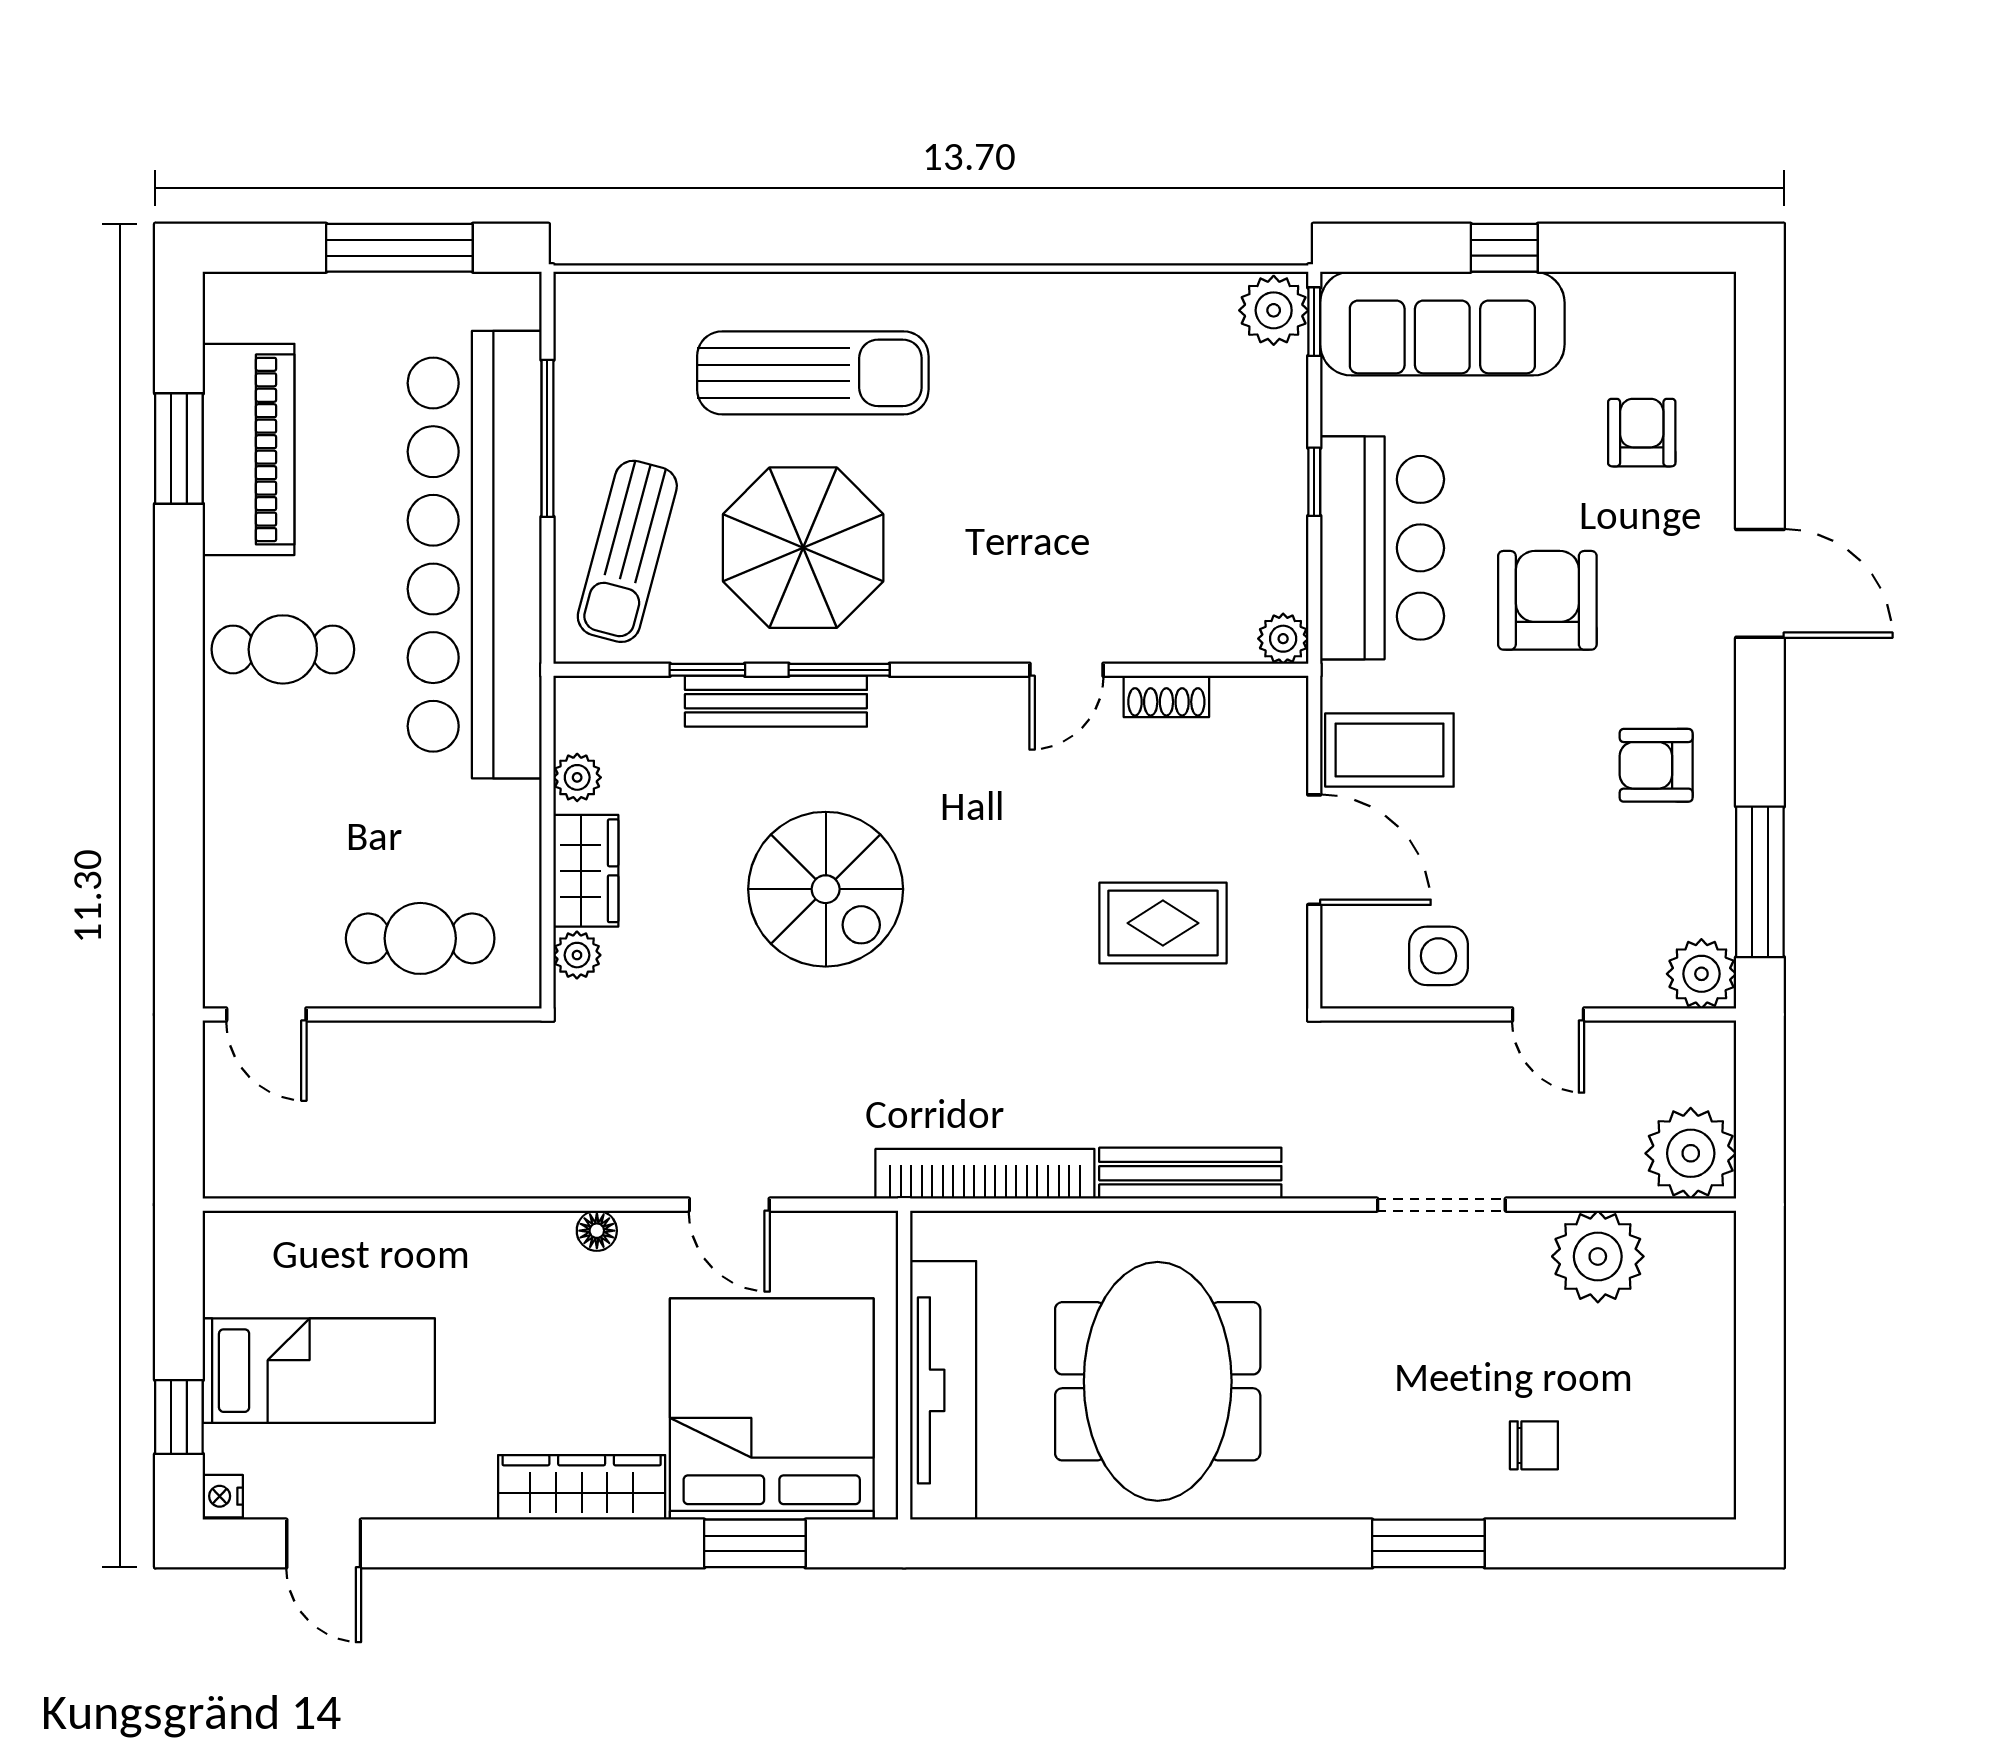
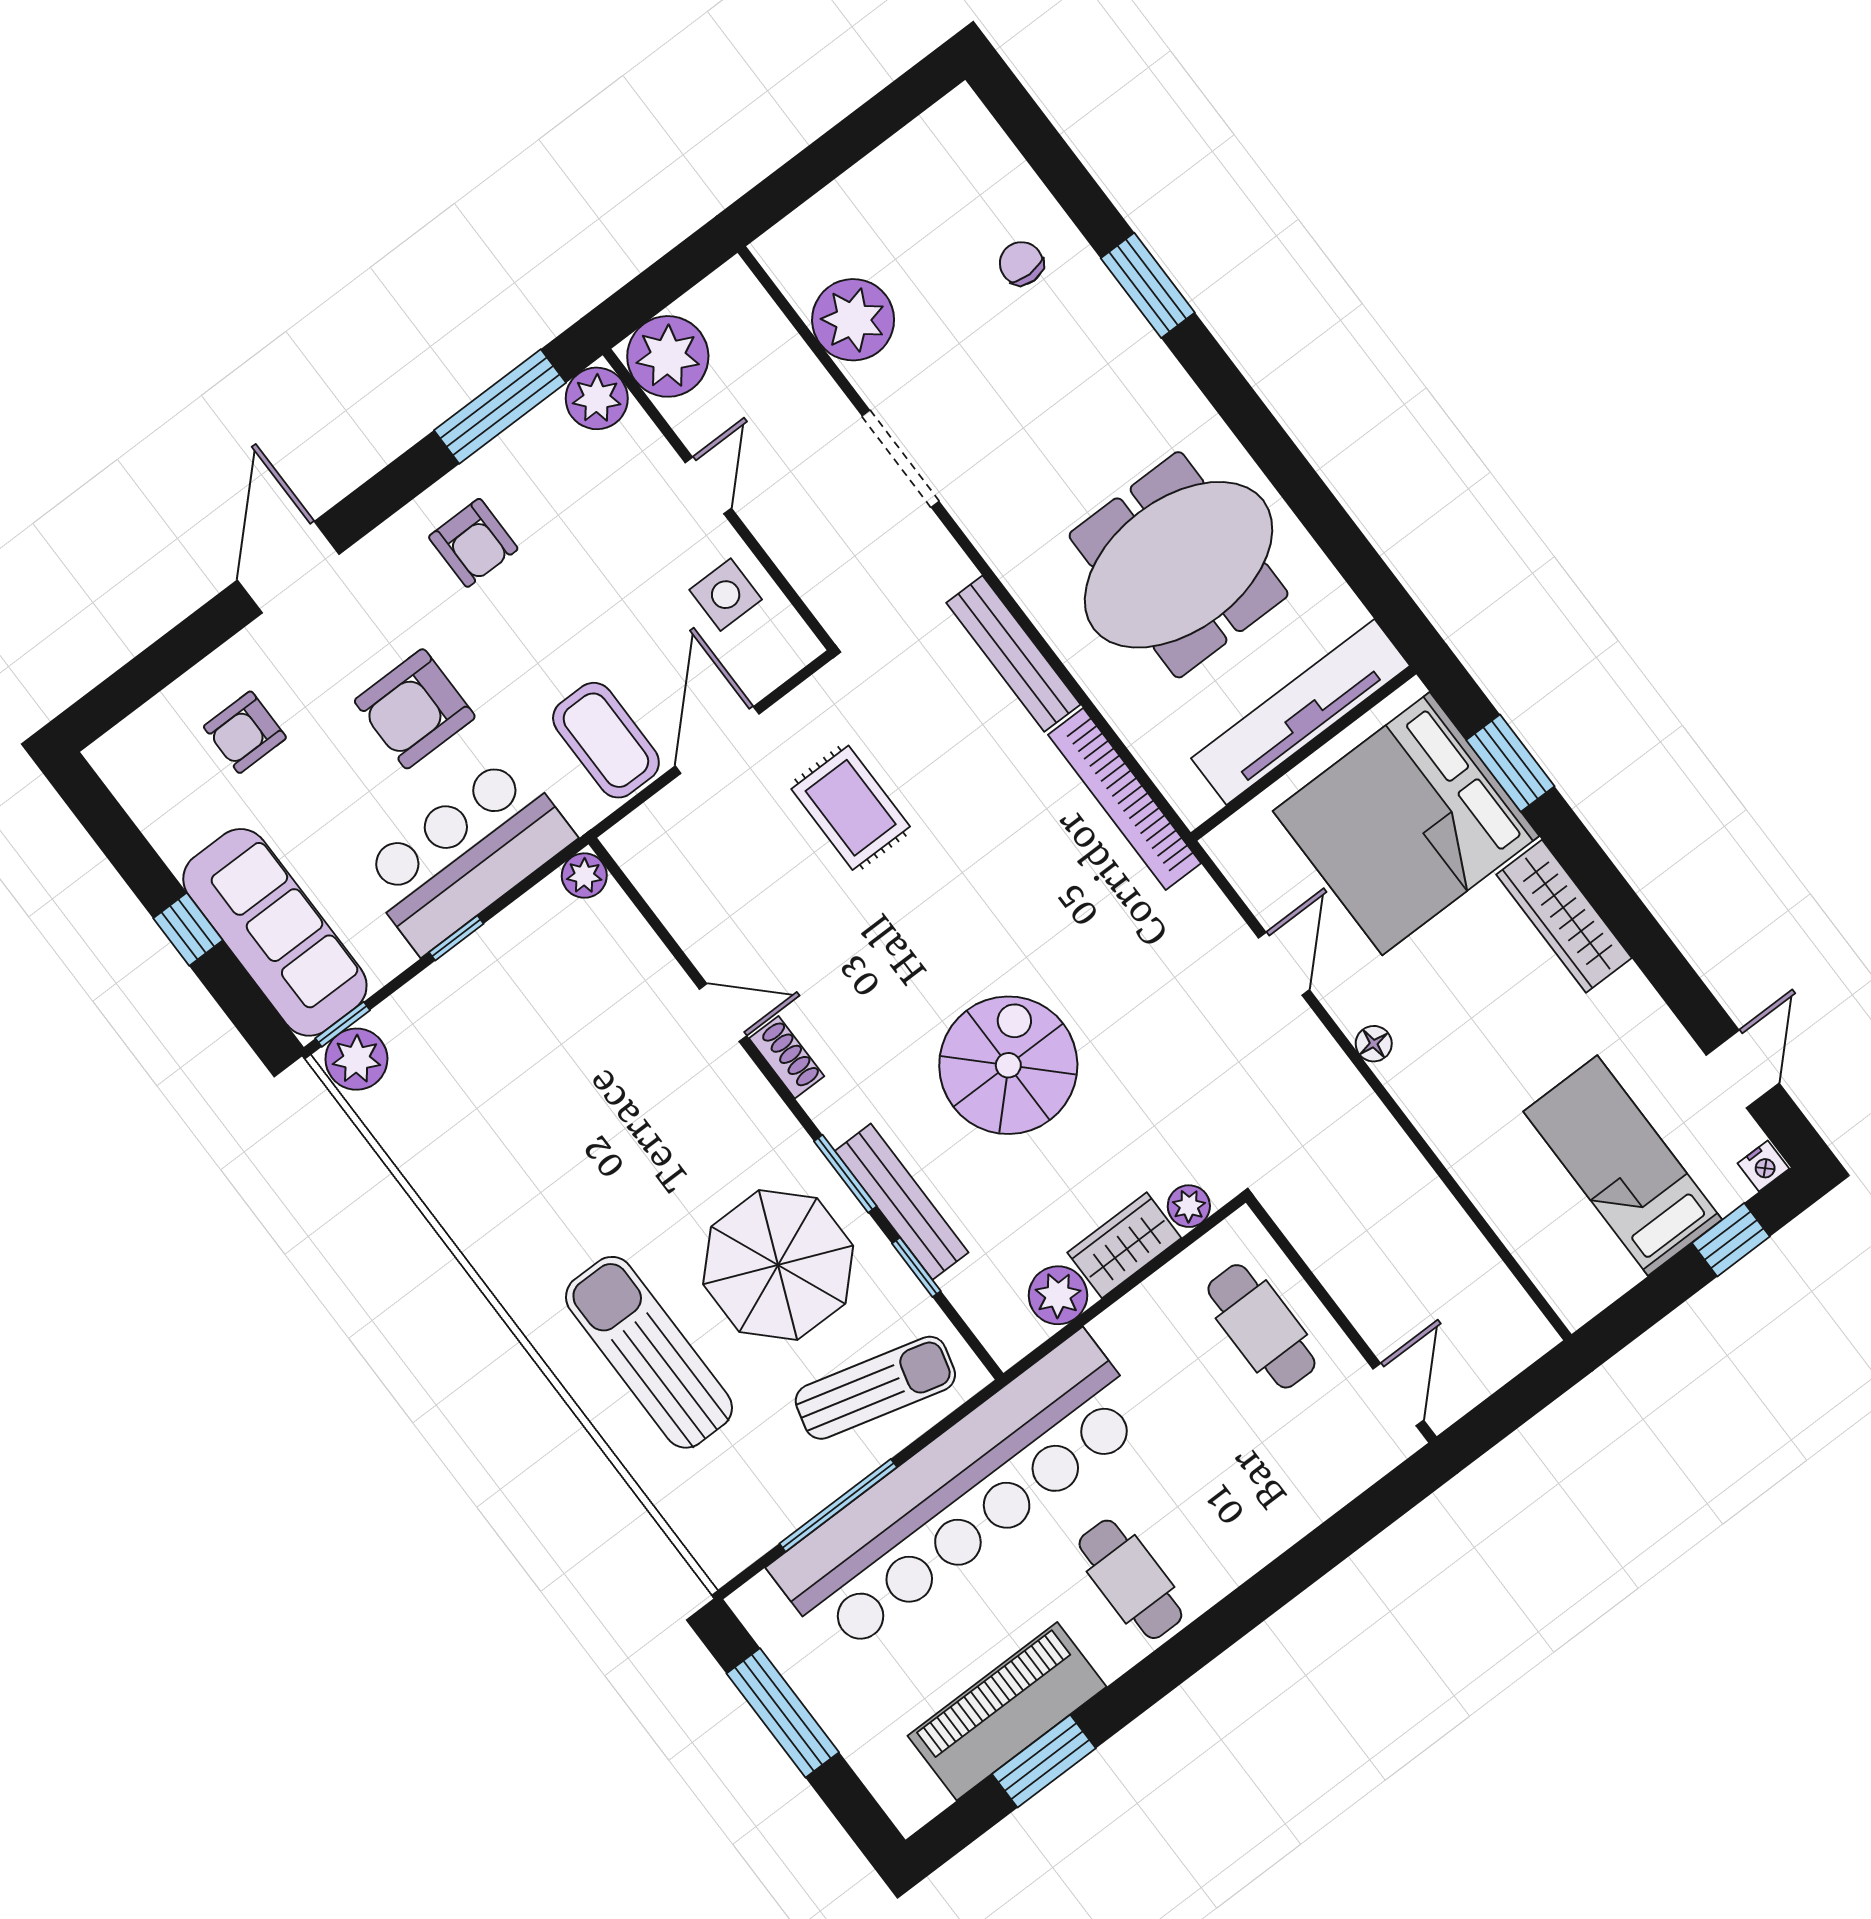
shoe rack: (1166, 696) -> (787, 1057), moved
plant: (577, 777) -> (1058, 1295), width x1.38, depth x1.38
plant: (1691, 1153) -> (668, 356), moved

